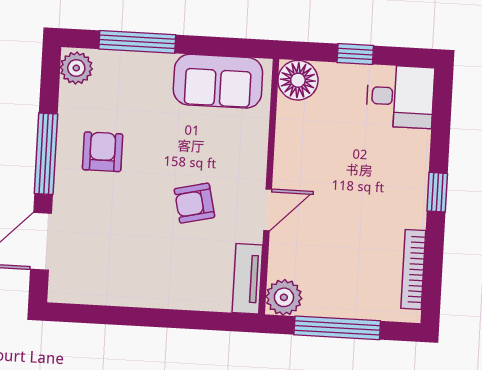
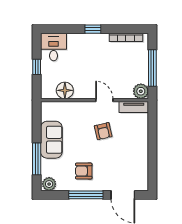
floor lamp: (298, 80) -> (65, 90), moved
sofa: (218, 81) -> (51, 140), moved

